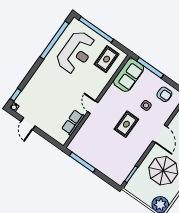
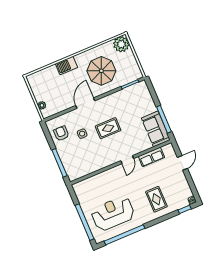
rug: (107, 59) -> (156, 199), moved, turned 90
sofa: (129, 75) -> (156, 129), moved, turned -90
door: (28, 124) -> (182, 163), moved

